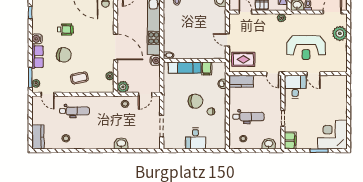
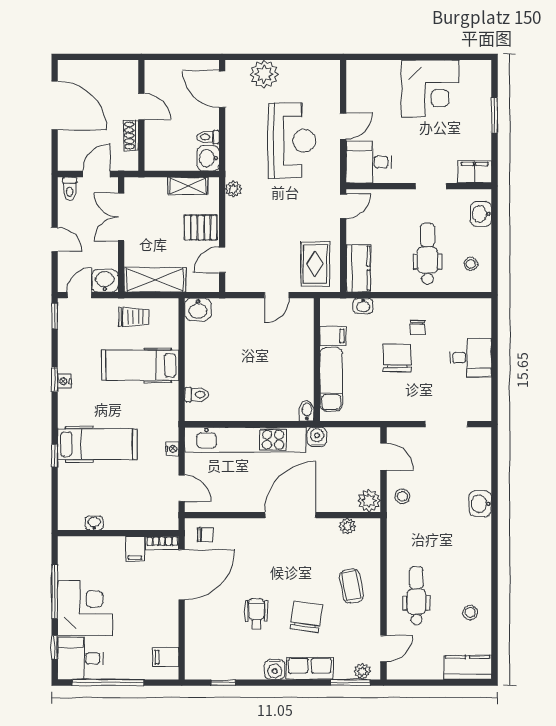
corner desk: (333, 135) -> (430, 89), moved, turned -90

